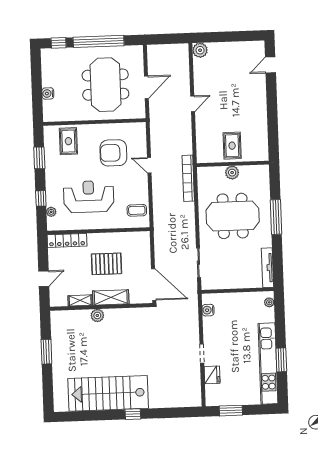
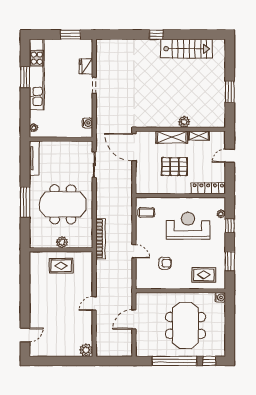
meeting table: (105, 85) -> (185, 325), moved
water cooler: (48, 93) -> (220, 297), moved
rug: (68, 141) -> (204, 275), turned 90
rug: (232, 146) -> (61, 266), turned 90
armchair: (113, 153) -> (165, 263), width x0.53, depth x0.53
reception desk: (89, 197) -> (188, 226), turned 180
stairs: (108, 393) -> (186, 49), width x0.73, depth x0.66

